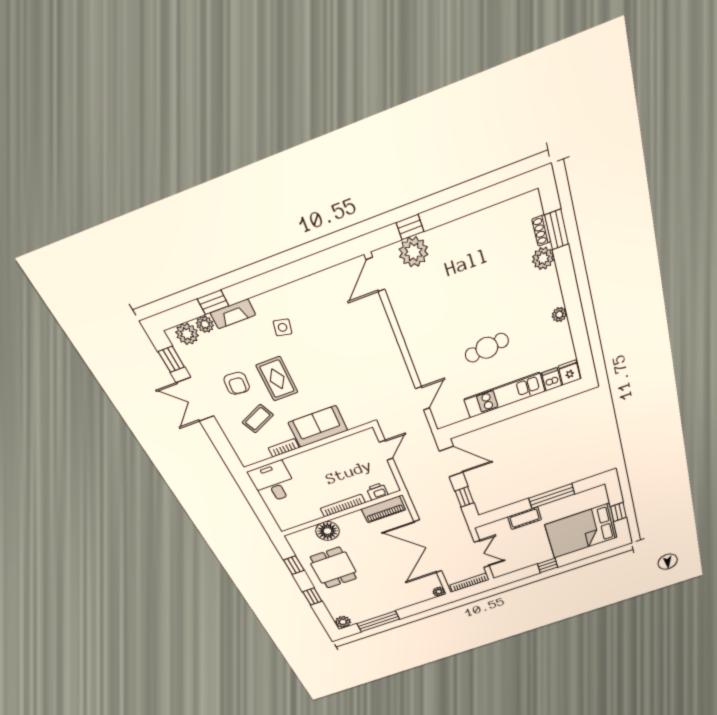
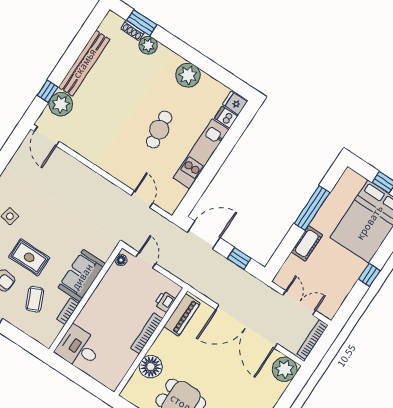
bench: (469, 226) -> (84, 63), added
plant: (559, 315) -> (188, 75), width x1.88, depth x1.88
floor lamp: (364, 436) -> (121, 260), added
plant: (439, 592) -> (285, 369), width x1.87, depth x1.87

